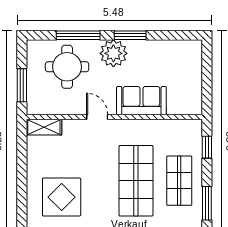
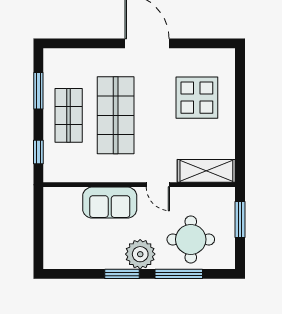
shelving: (44, 127) -> (206, 171), width x1.50, depth x1.33

